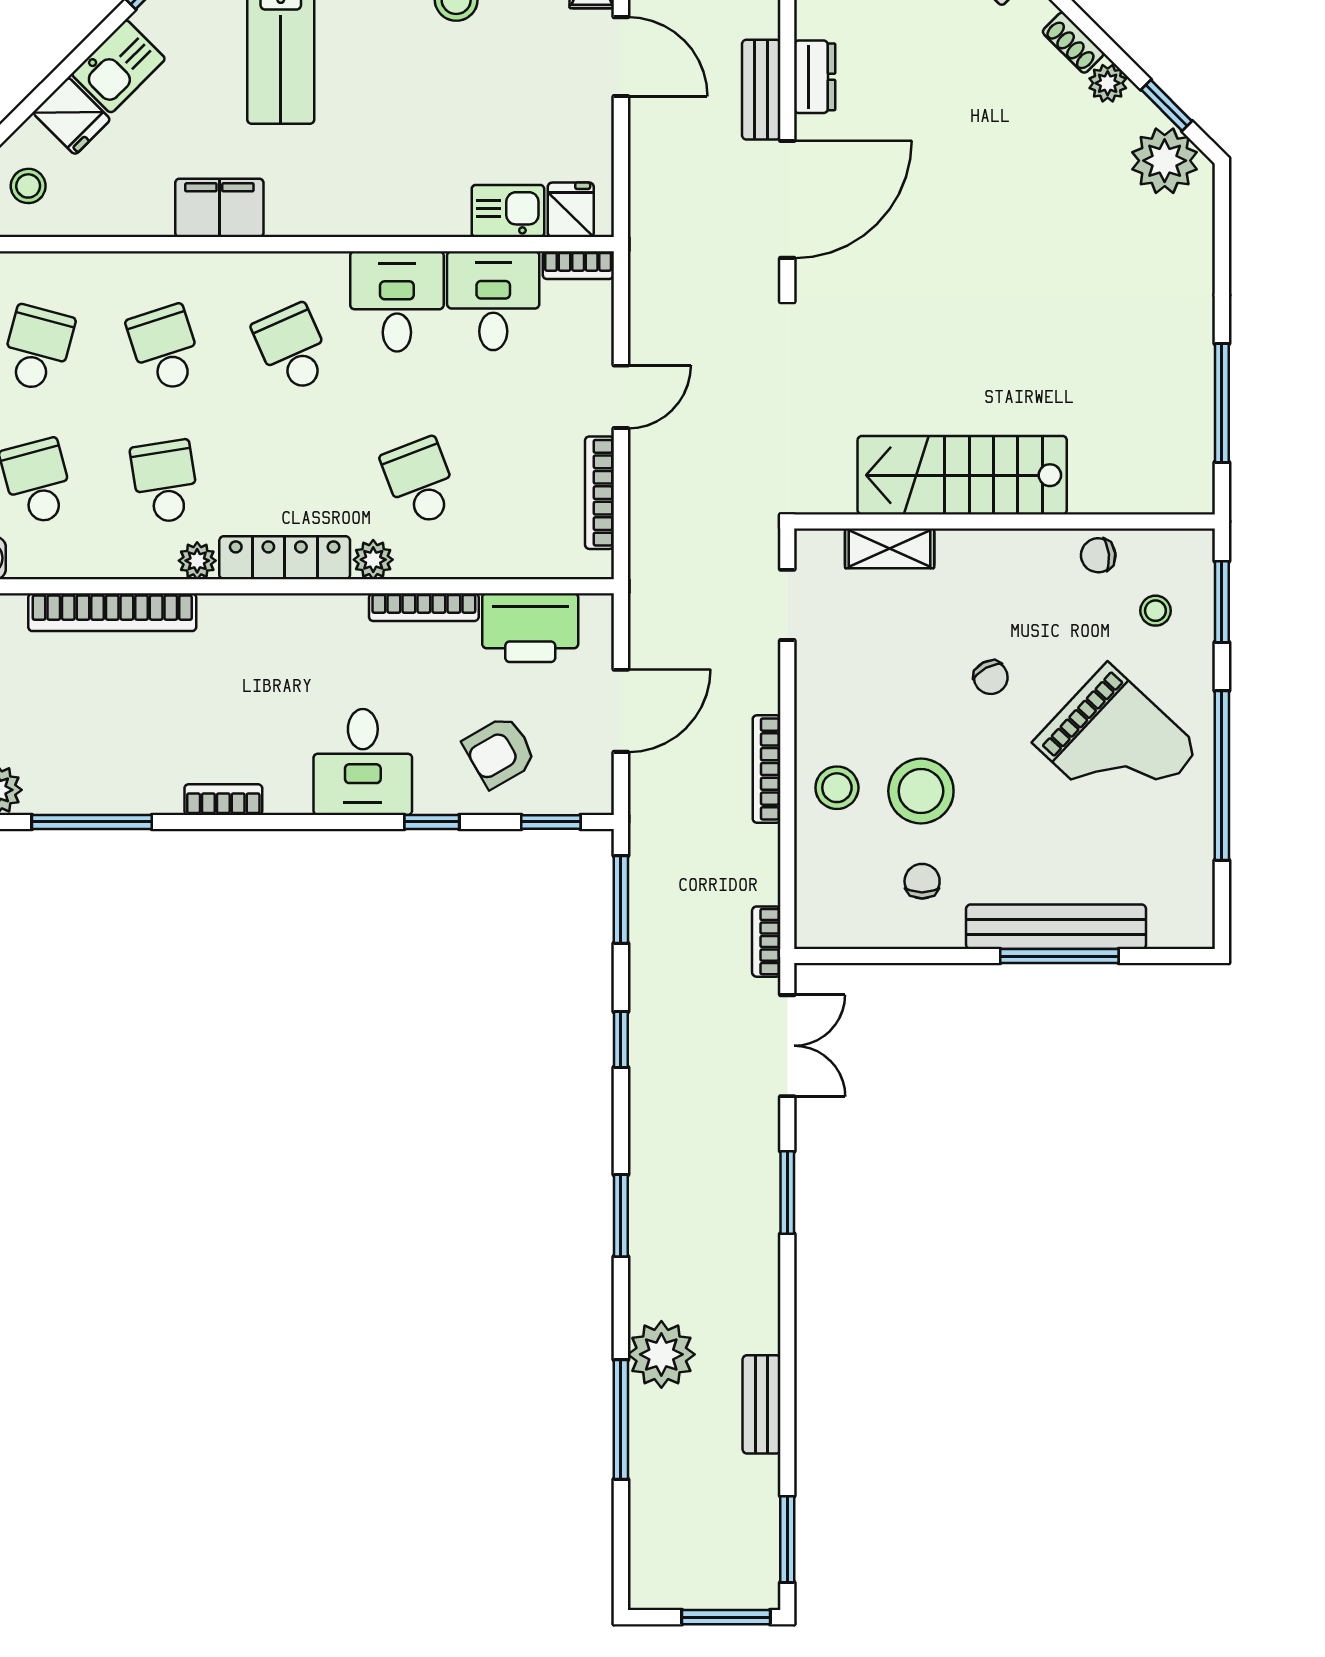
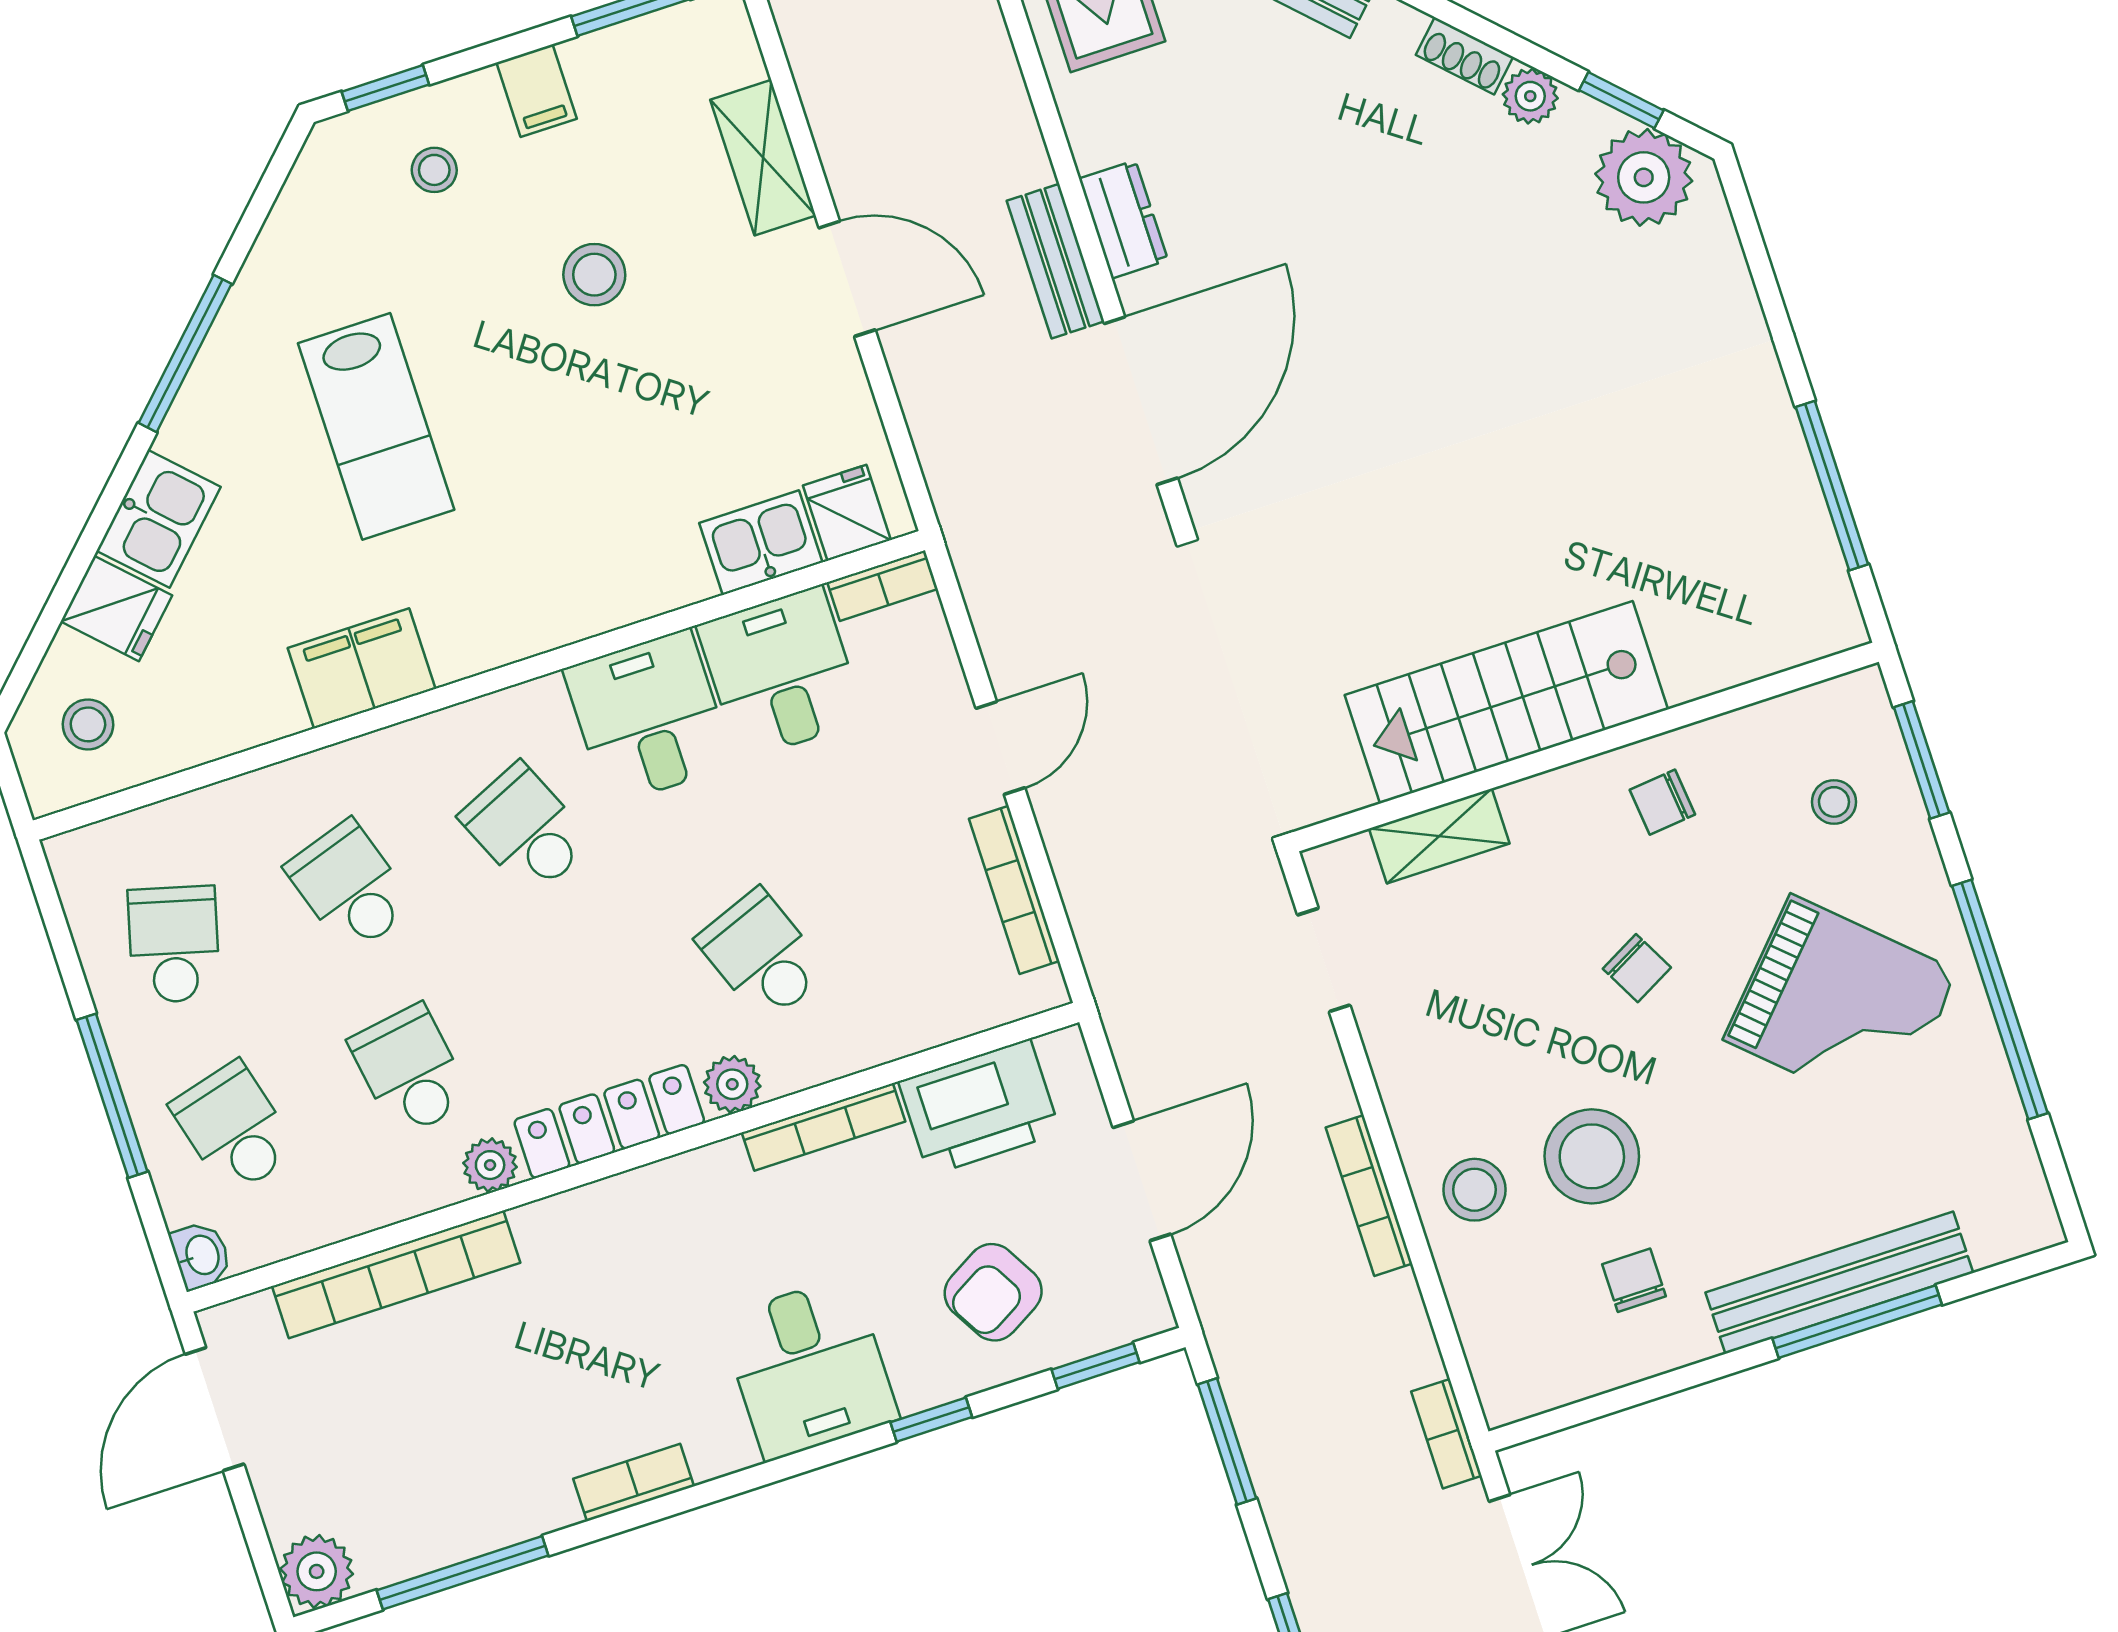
chair: (1098, 555) -> (1662, 802), moved

